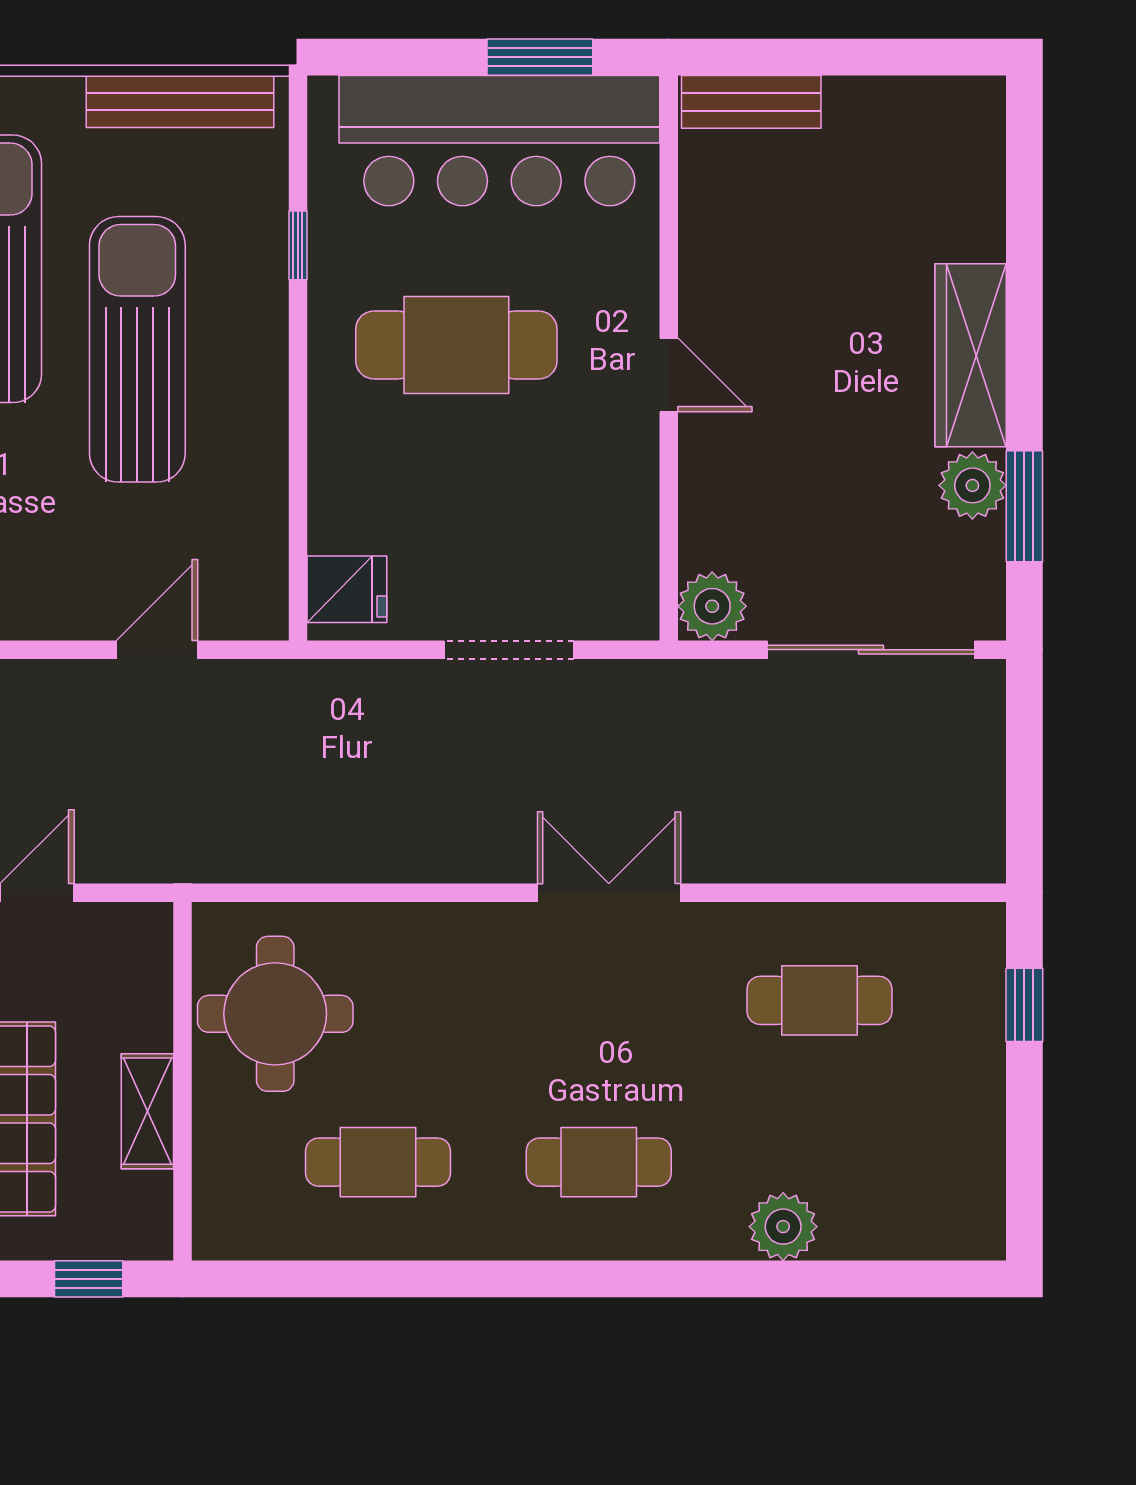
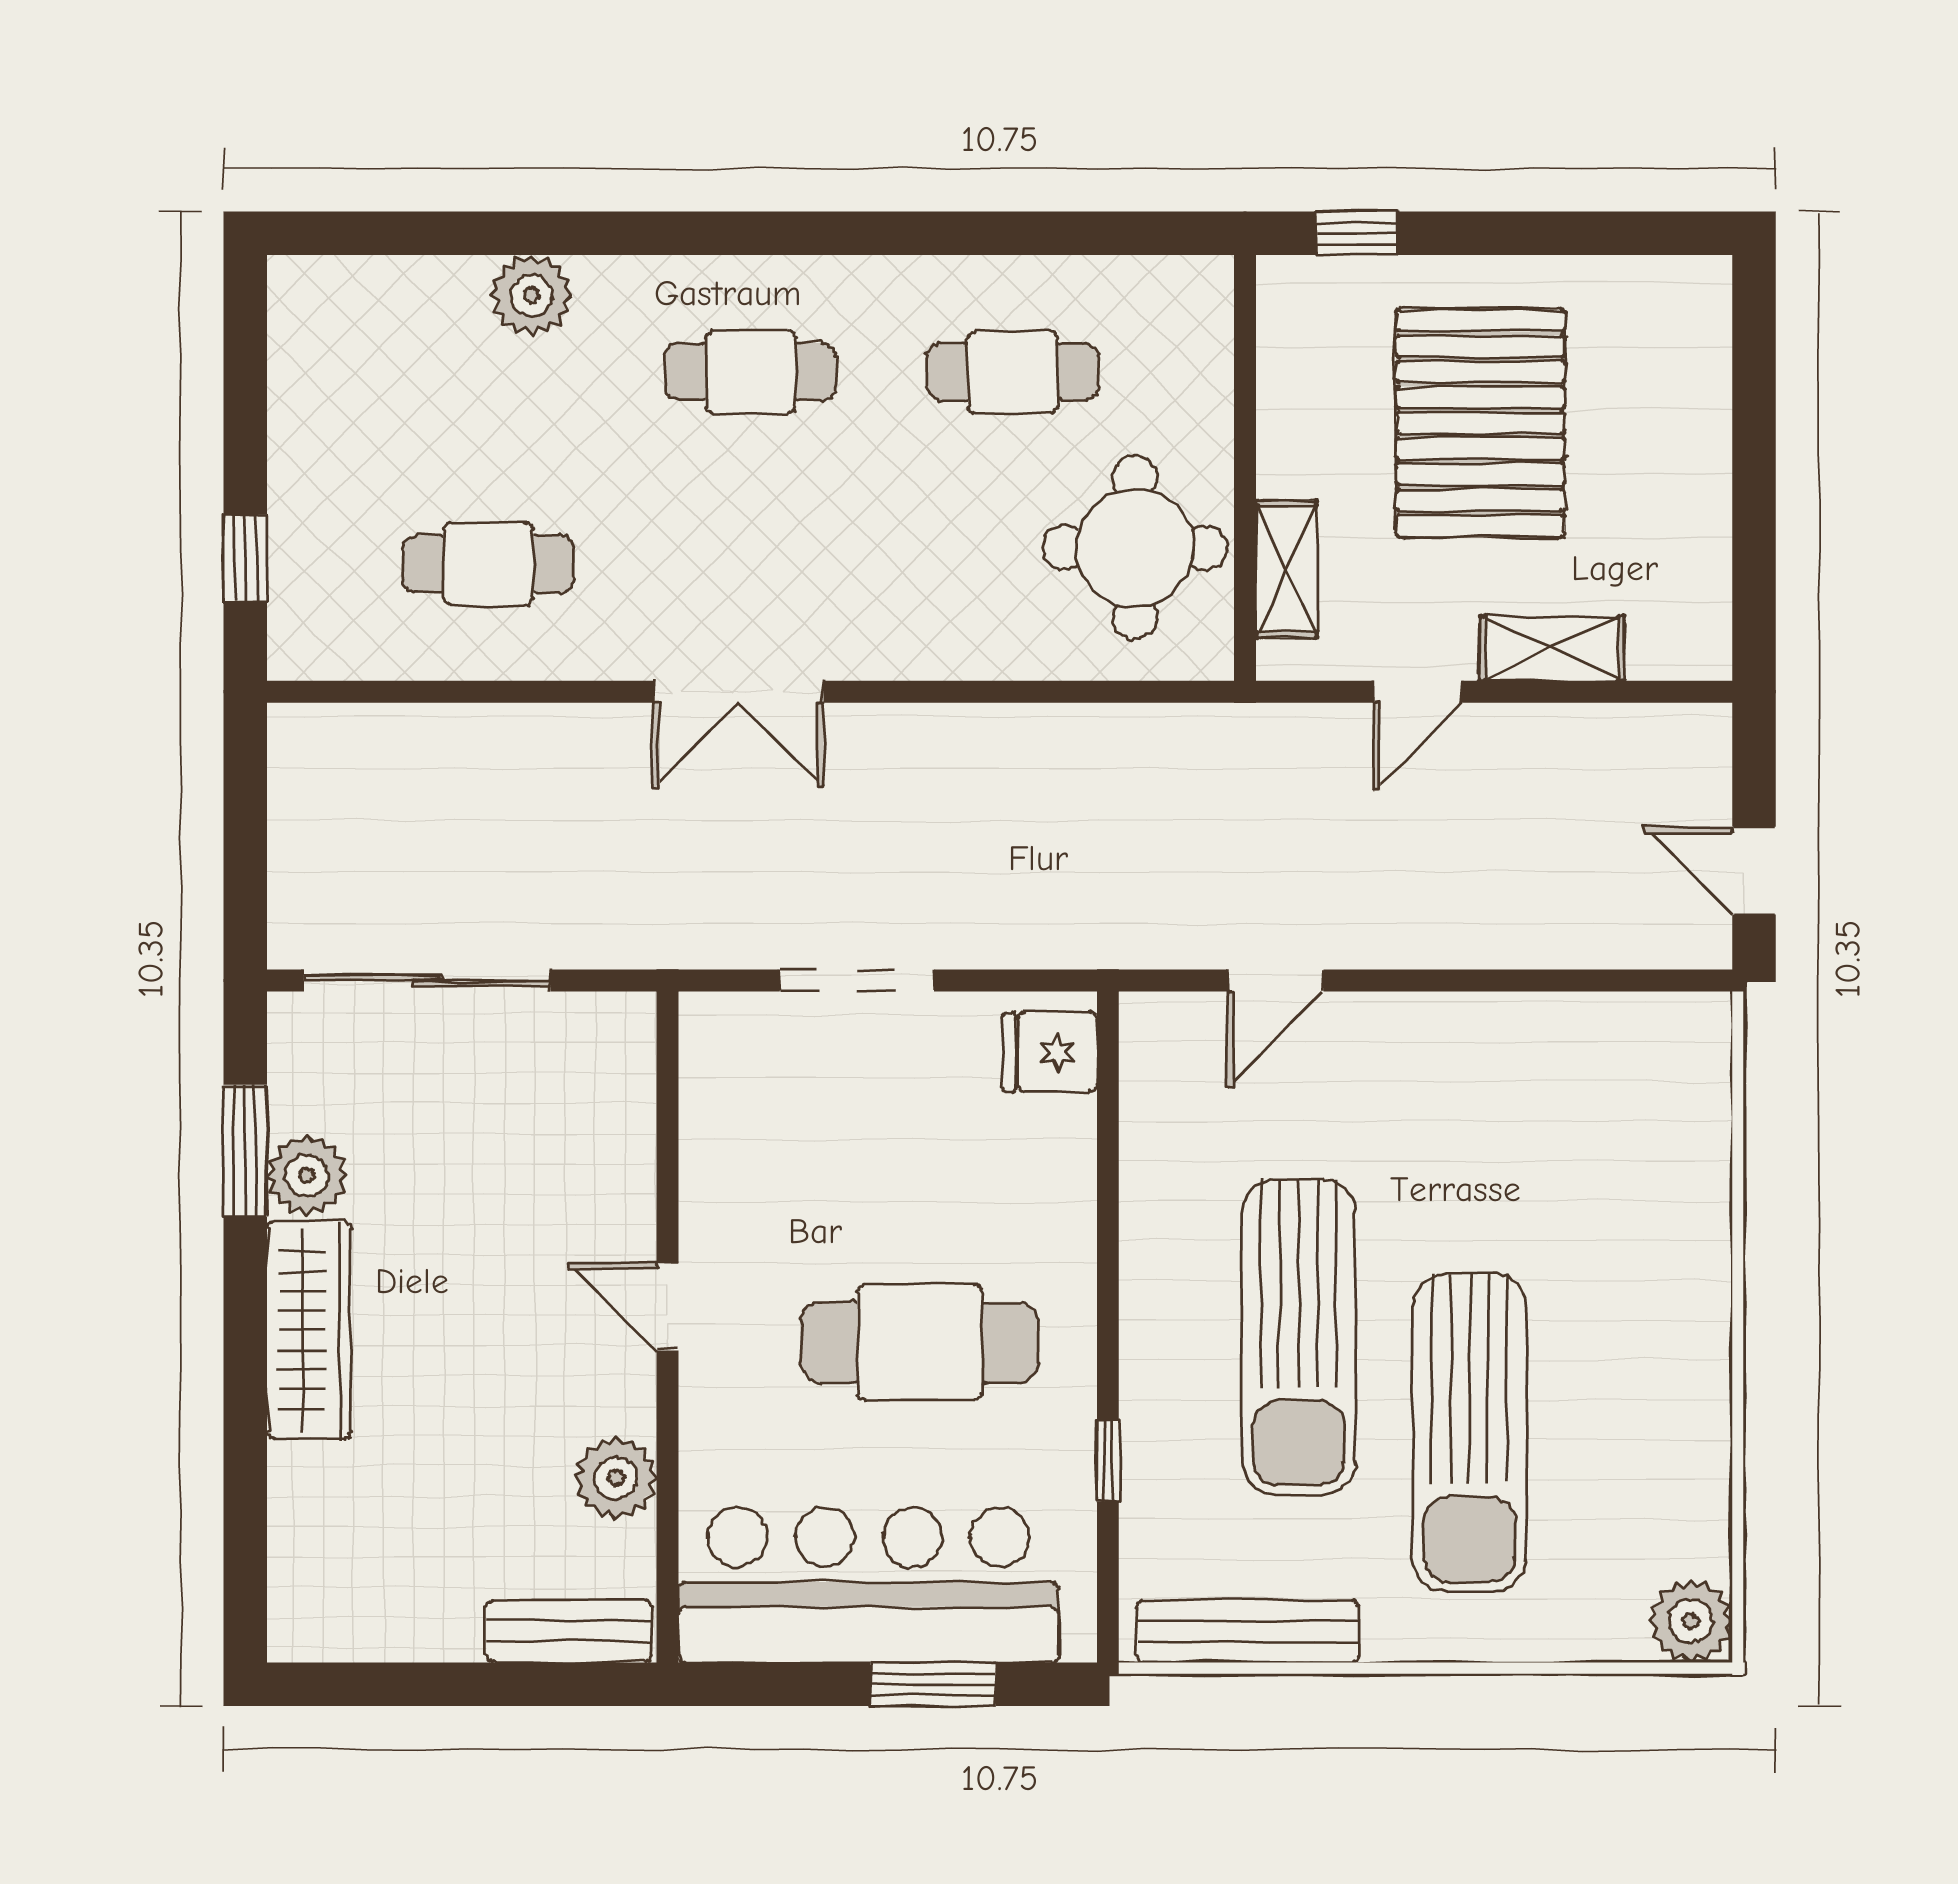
window: (540, 57) -> (933, 1684), moved
plant: (712, 606) -> (616, 1478), moved
shelving: (147, 1111) -> (1287, 569), moved

